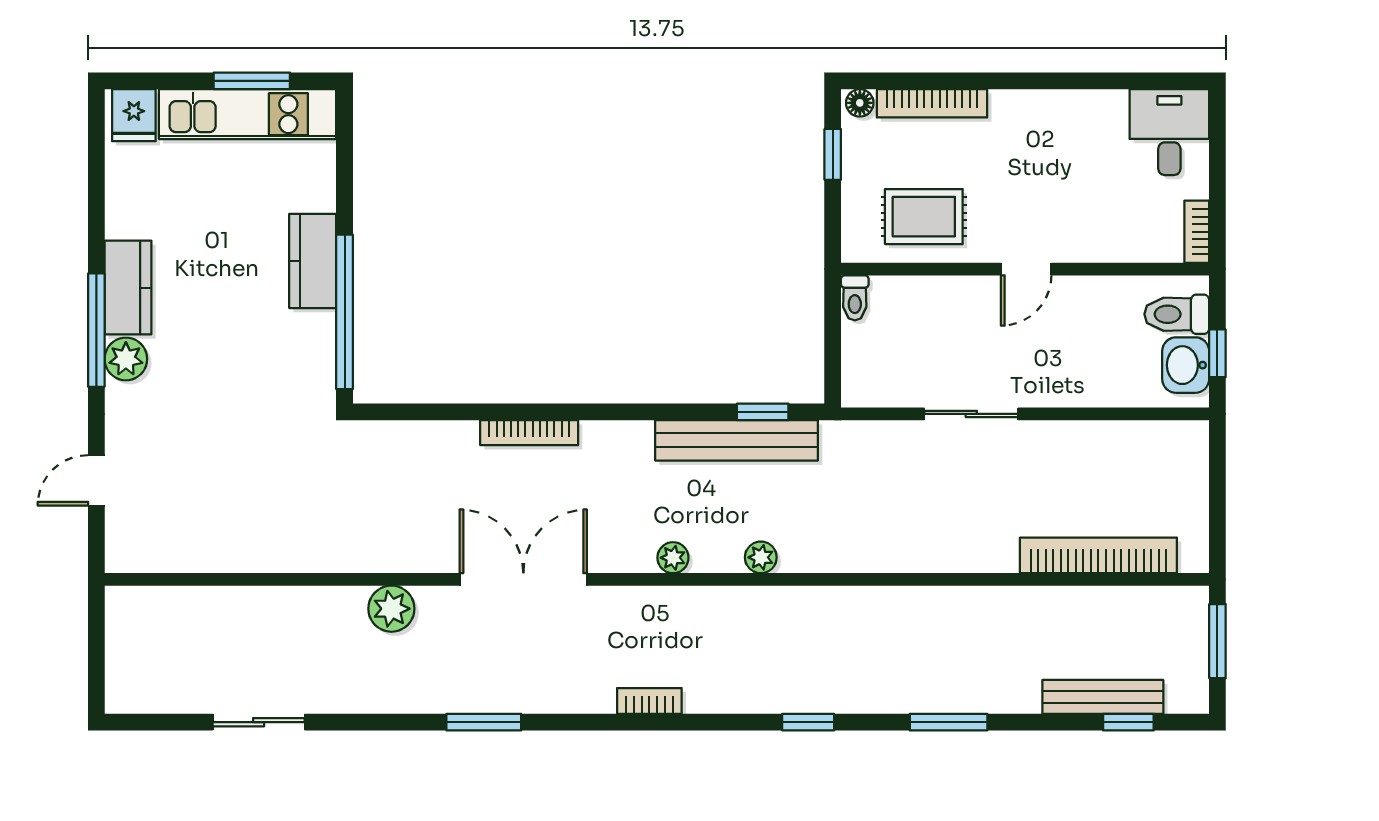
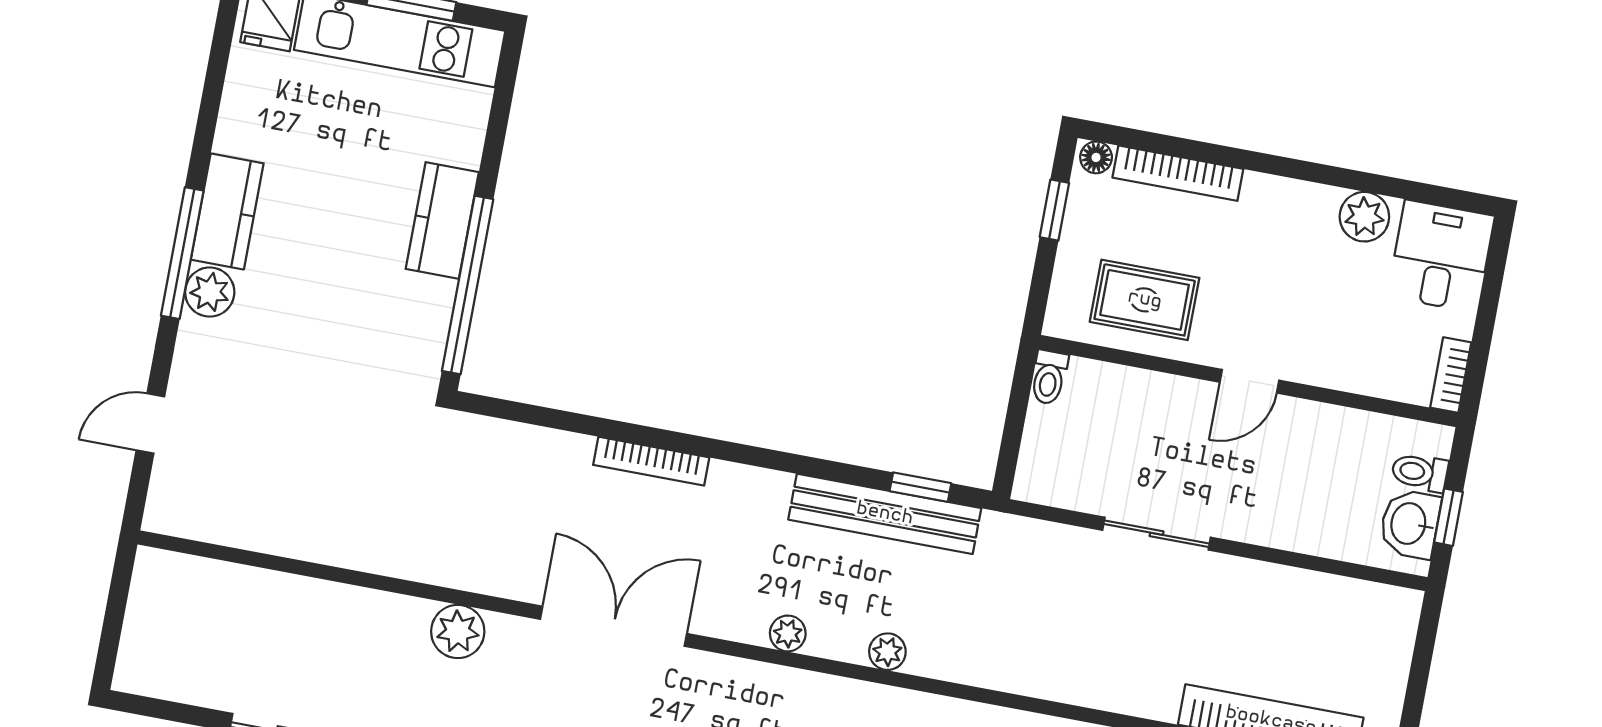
plant: (1098, 111) -> (1364, 217), added
toilet: (1177, 314) -> (1420, 472), width x0.73, depth x0.72

